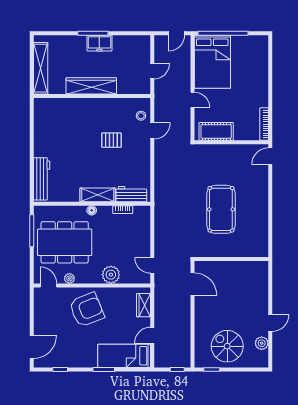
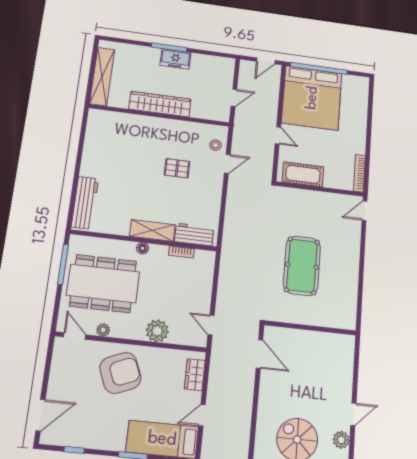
bed: (212, 62) -> (312, 98), width x1.36

